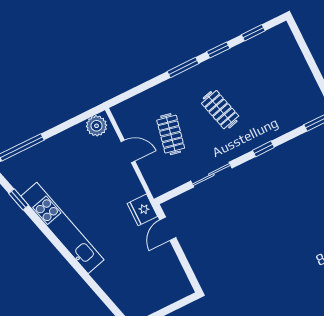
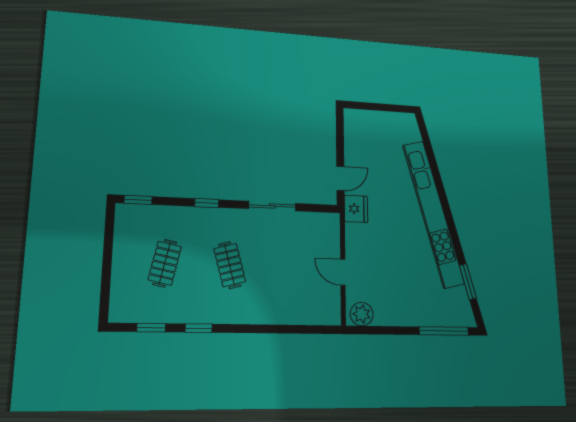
window: (183, 67) -> (245, 329), removed
clothes rail: (171, 134) -> (165, 263), moved
window: (19, 199) -> (468, 282), width x1.50
kitchen unit: (62, 228) -> (433, 214), width x1.36

